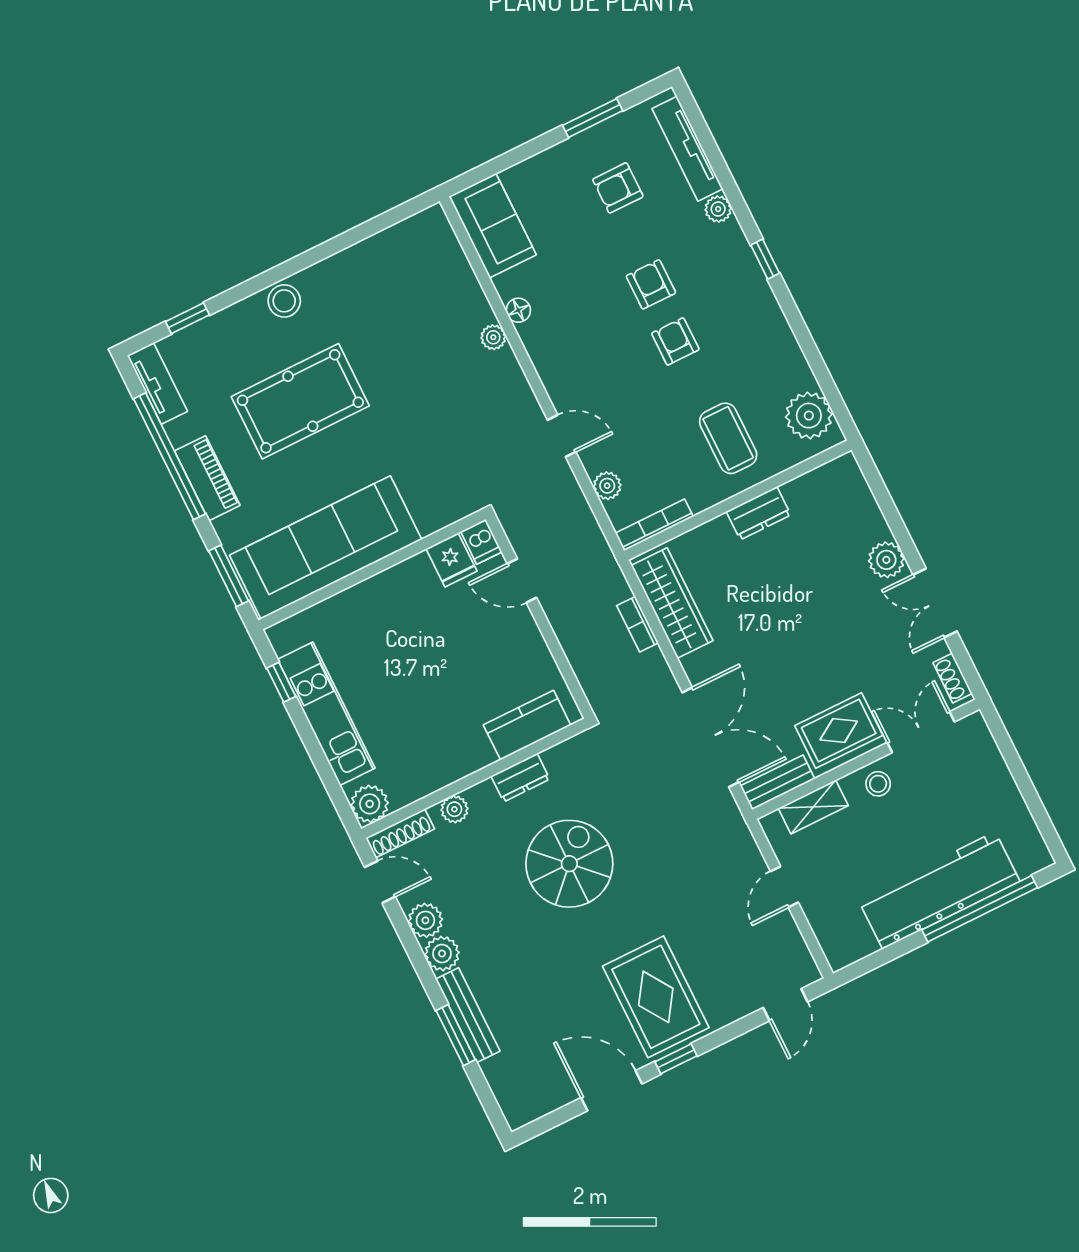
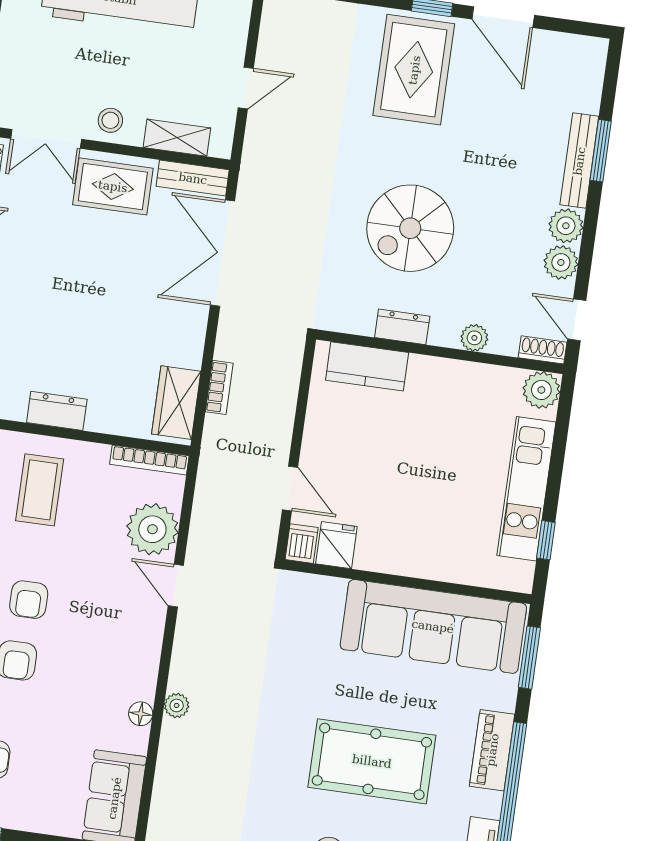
plant: (607, 486) -> (152, 529), width x1.88, depth x1.88
wardrobe: (672, 603) -> (176, 403), width x0.67
shoe rack: (400, 833) -> (542, 350), width x0.70

